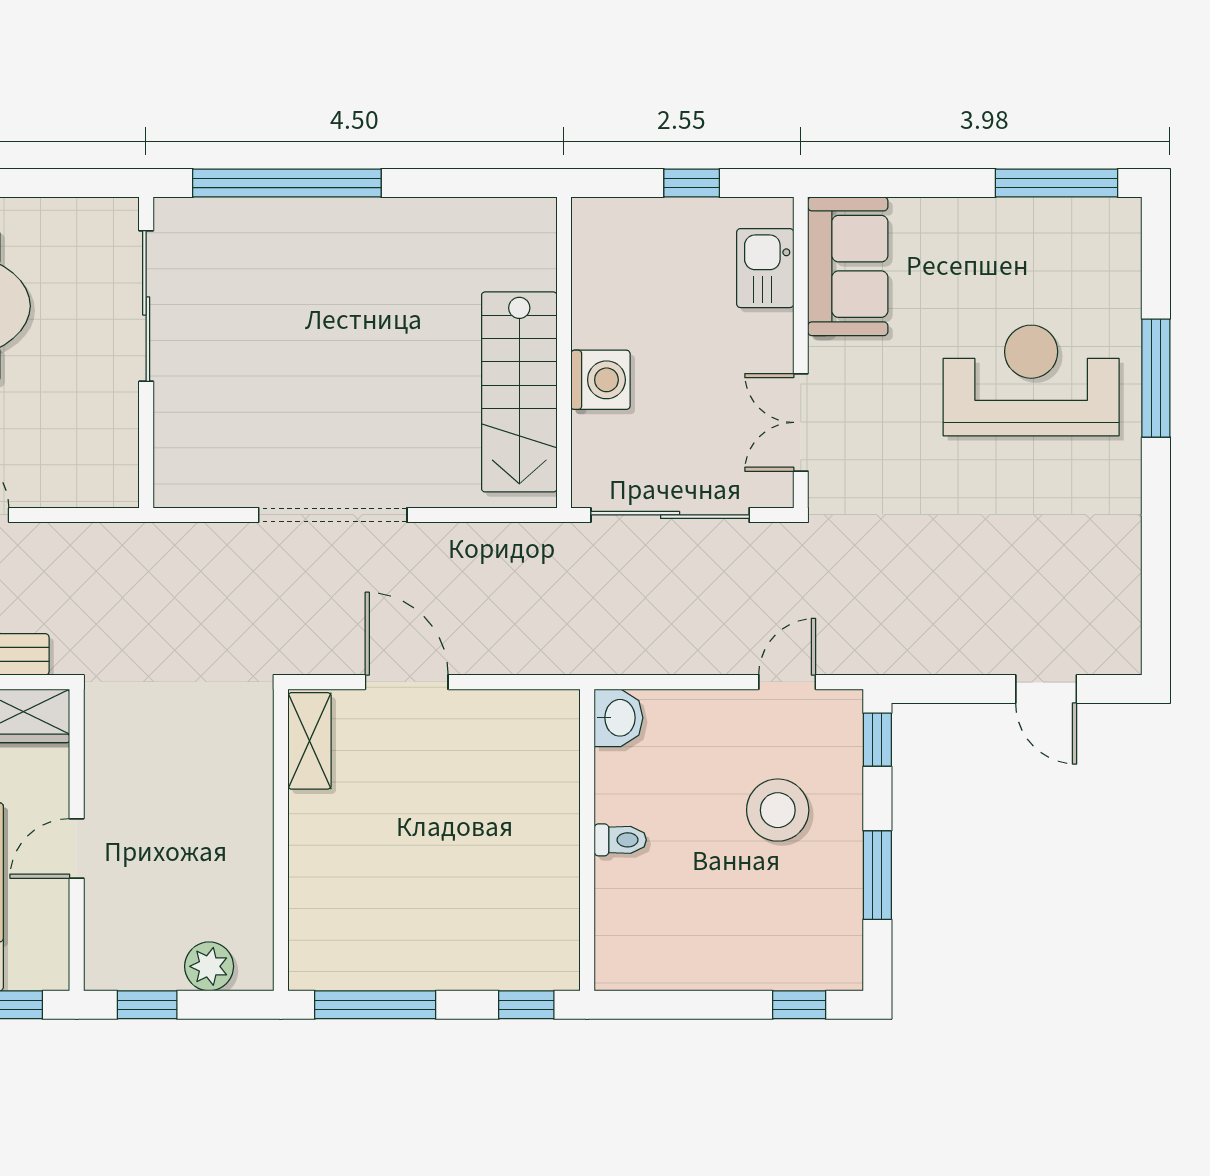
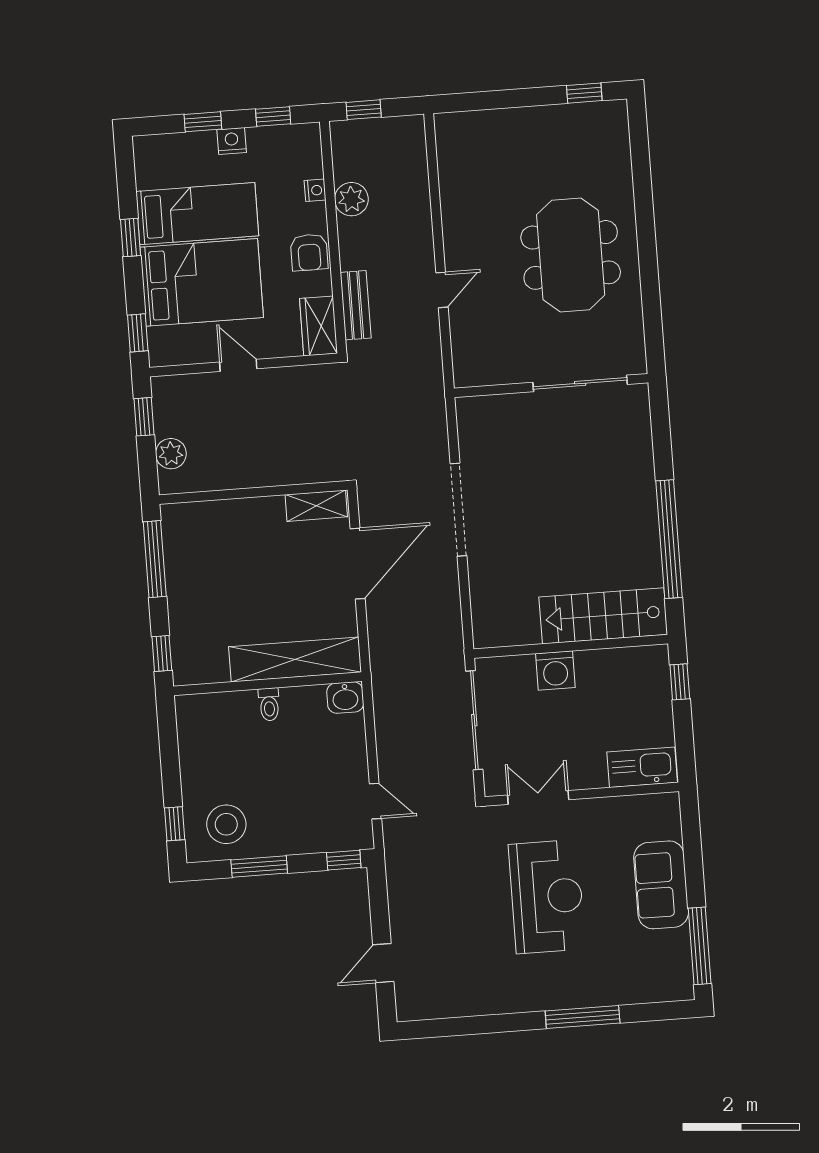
window: (287, 183) -> (669, 539), moved
window: (692, 183) -> (680, 682), moved
sofa: (848, 266) -> (661, 885), moved, turned 90
kitchen sink: (765, 268) -> (642, 767), width x1.38
reception desk: (1031, 380) -> (547, 897), moved
stairs: (519, 392) -> (603, 616), moved
door: (407, 682) -> (358, 564), width x1.36
shelving: (552, 793) -> (295, 659), added
stool: (778, 810) -> (226, 824), moved

